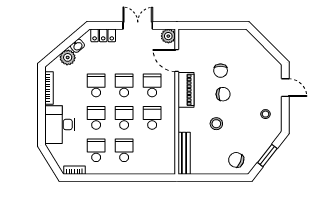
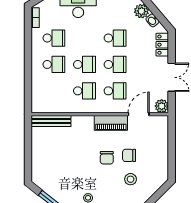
school desk: (96, 118) -> (84, 38), removed
stool: (216, 124) -> (131, 179), moved
chair: (236, 160) -> (45, 170), removed

